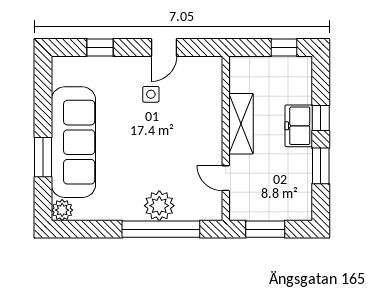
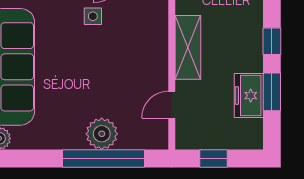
freezer: (299, 126) -> (249, 96), moved
door: (226, 178) -> (172, 105), hinge flipped
window: (265, 229) -> (213, 158), width x0.67

